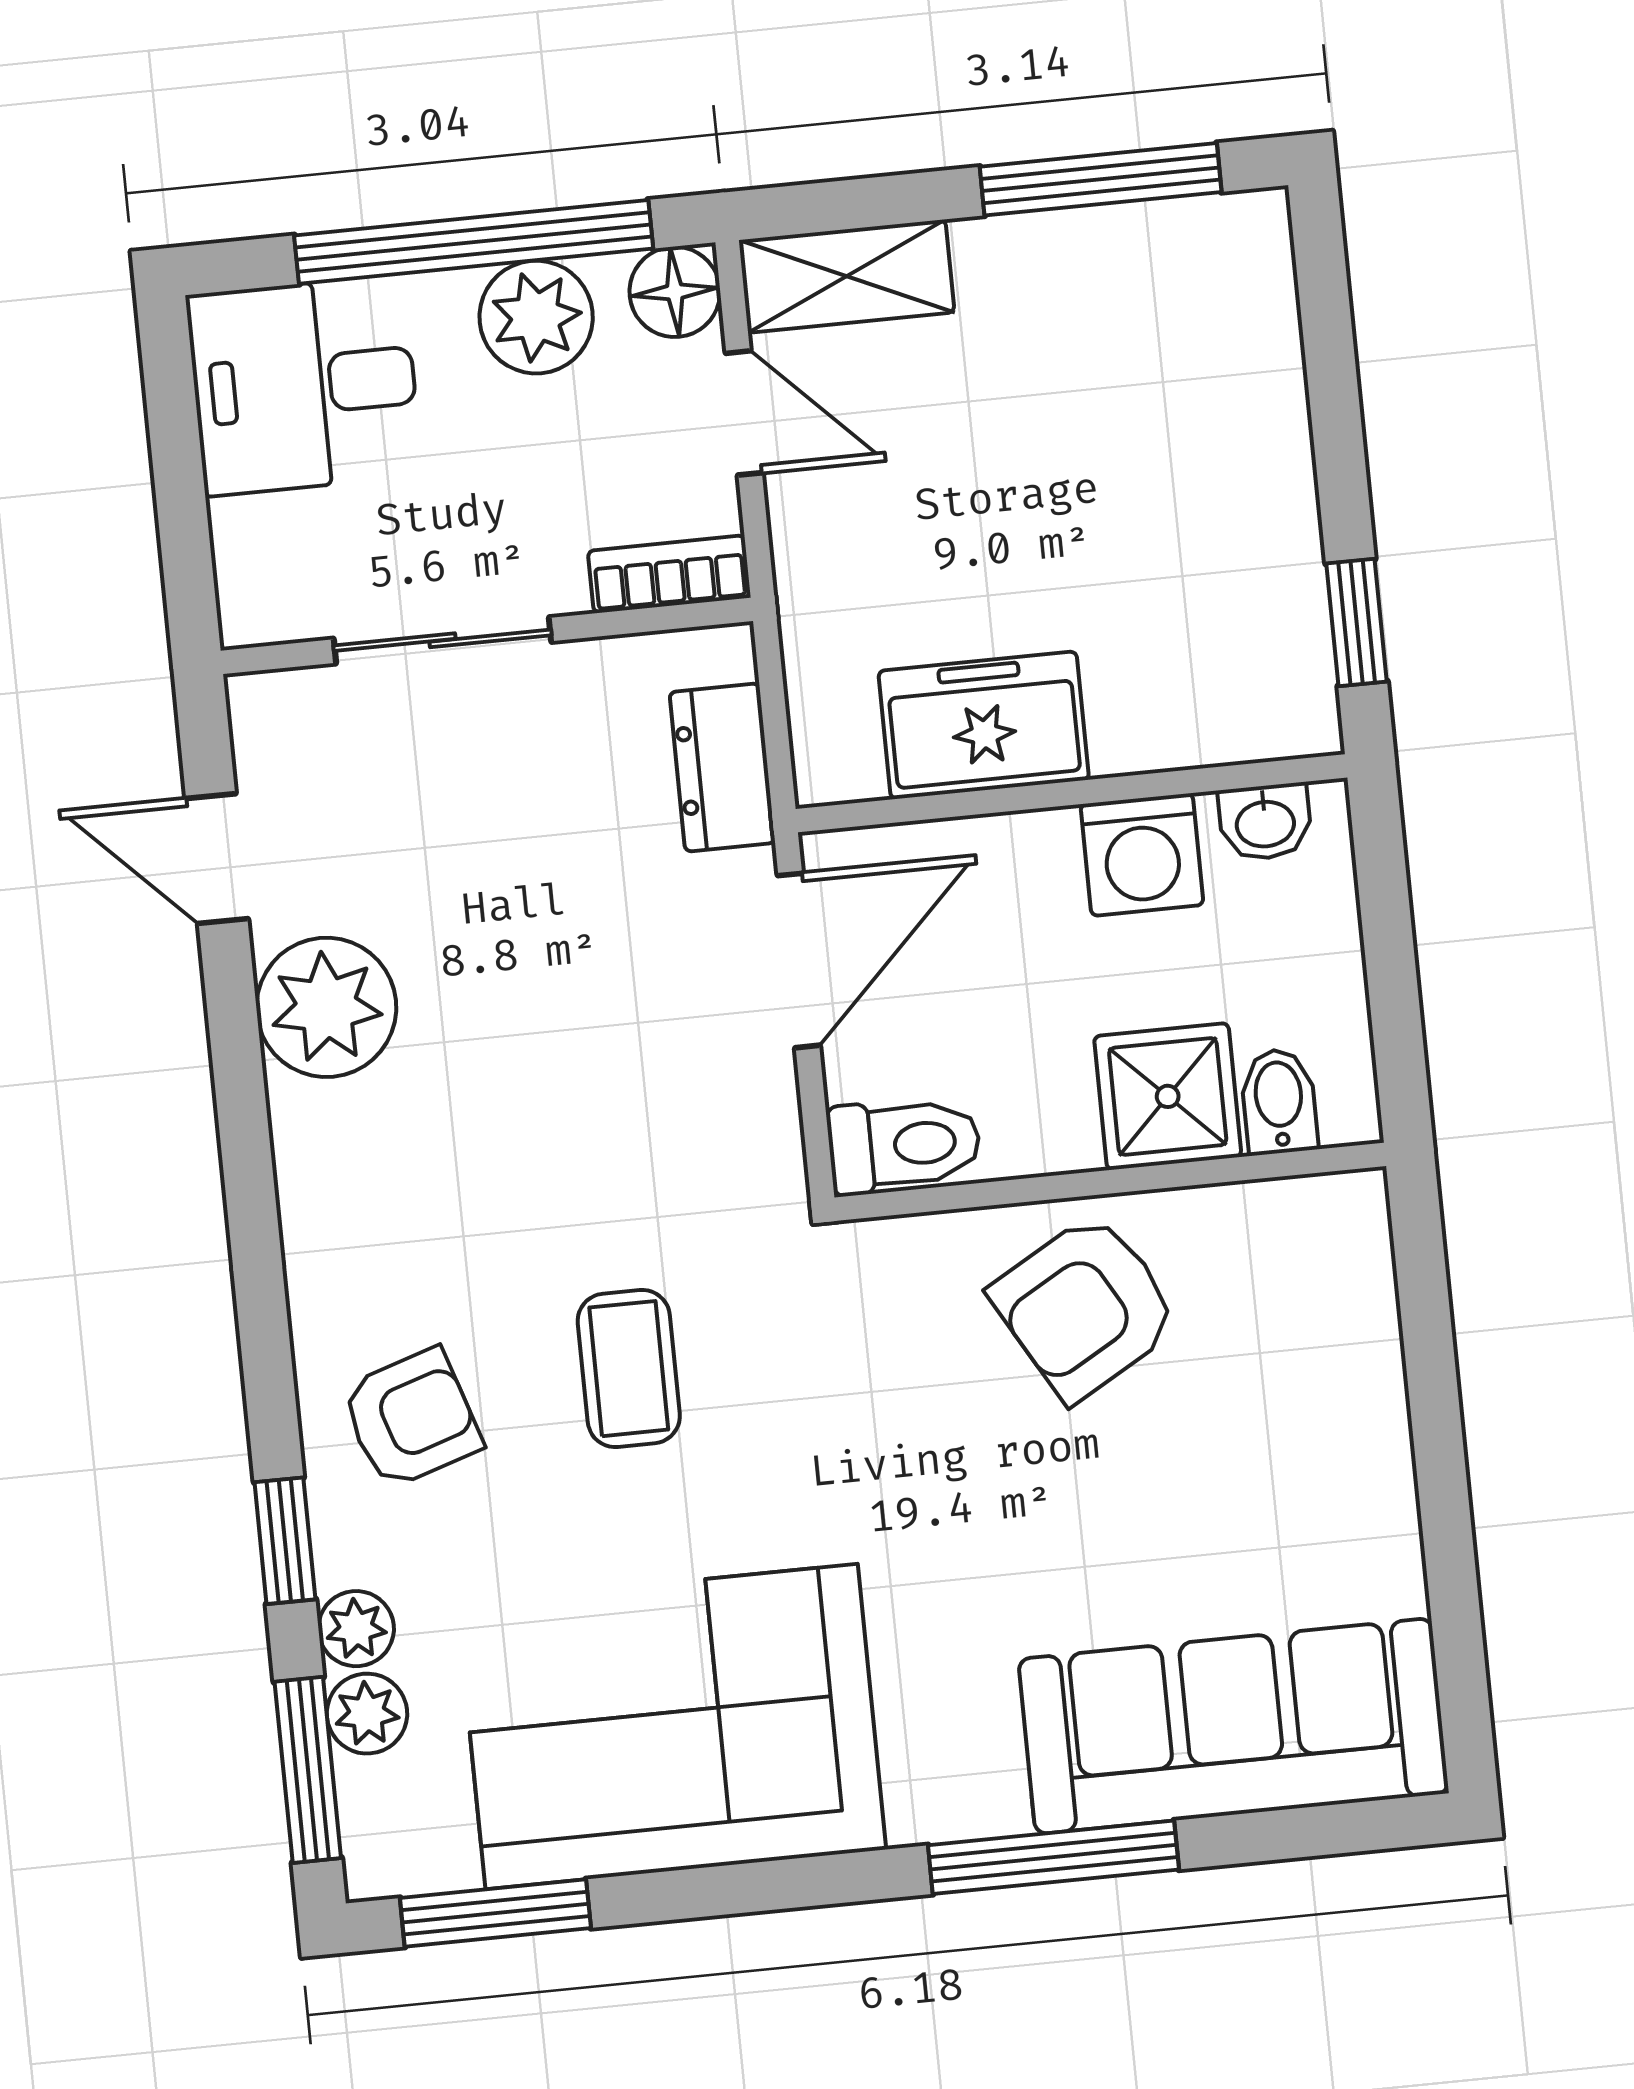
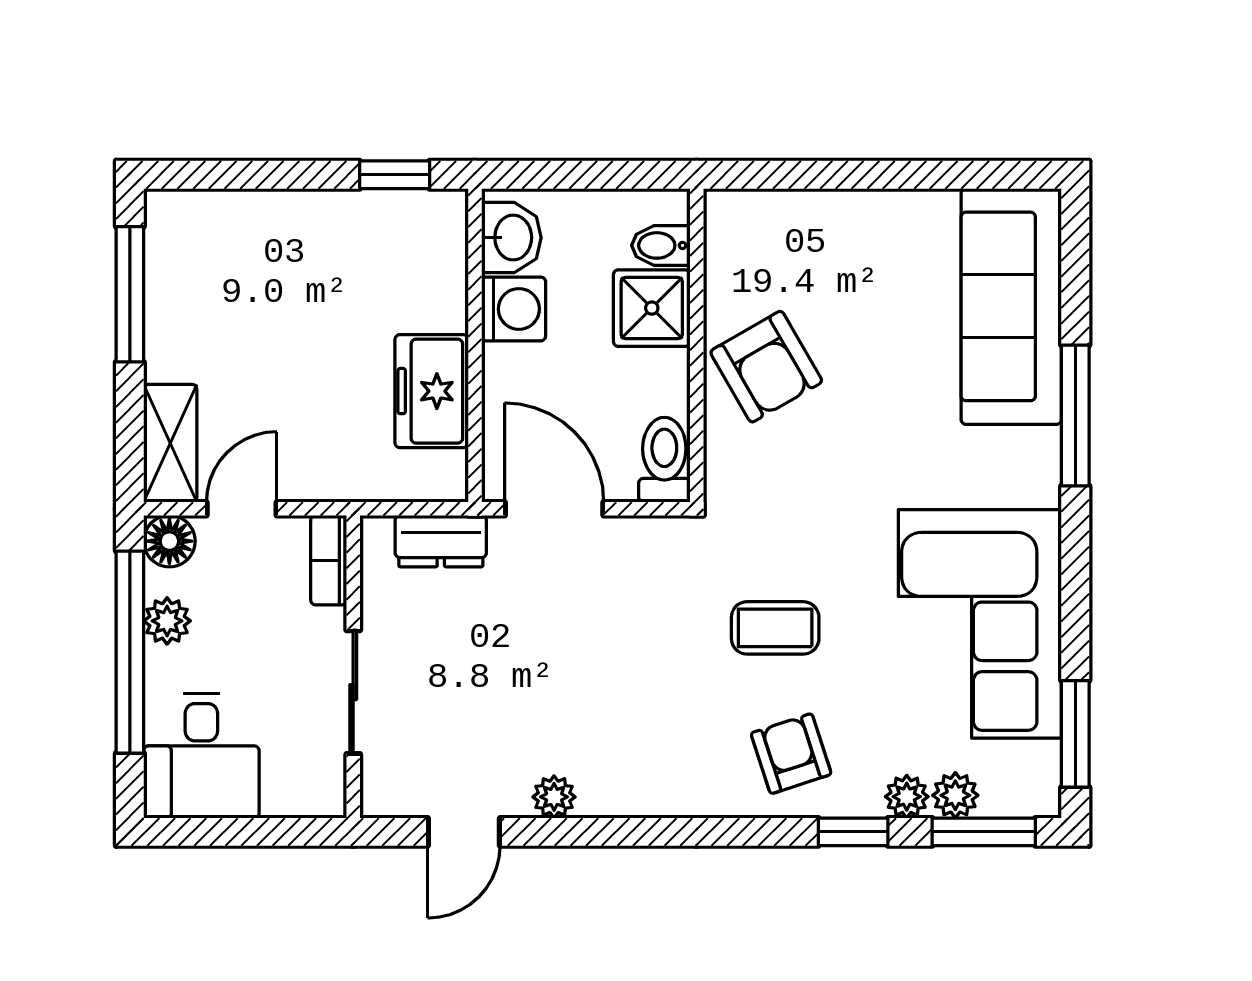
plant: (536, 317) -> (167, 621), width x0.73, depth x0.73
washbasin: (1265, 822) -> (511, 238), width x1.38, depth x1.45
plant: (326, 1007) -> (554, 797), width x0.53, depth x0.53

